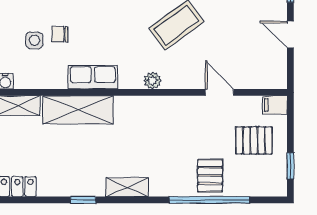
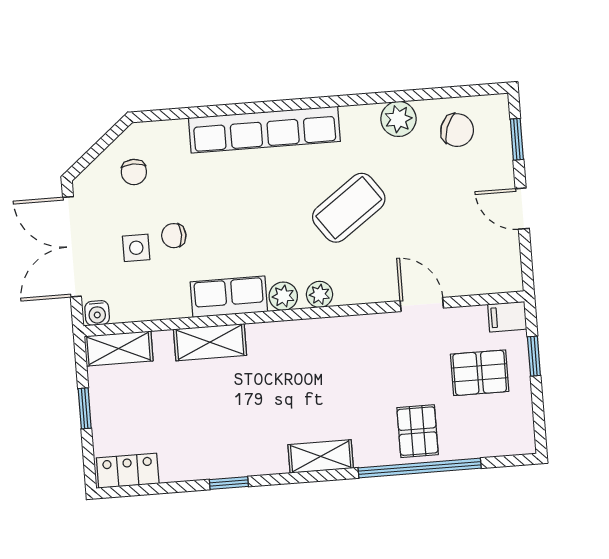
plant: (129, 80) -> (283, 296), added
shelving: (78, 110) -> (210, 342), width x0.67, depth x0.75
window: (290, 166) -> (534, 356), moved
shelving: (127, 187) -> (321, 456), moved

